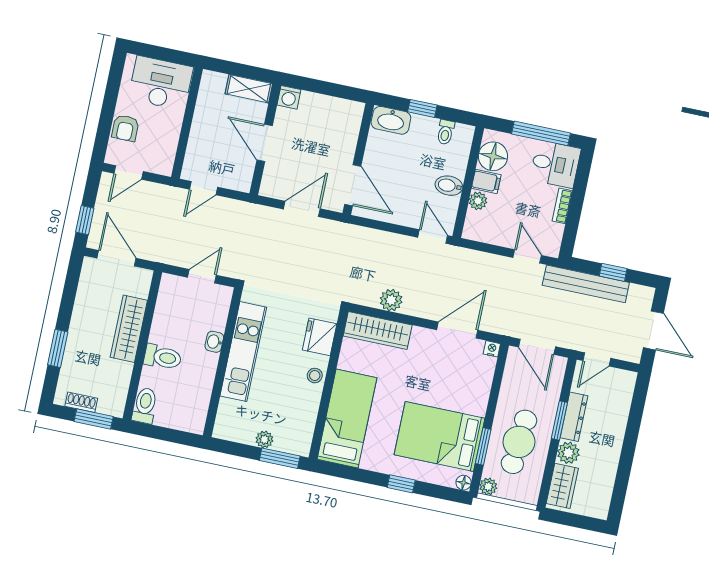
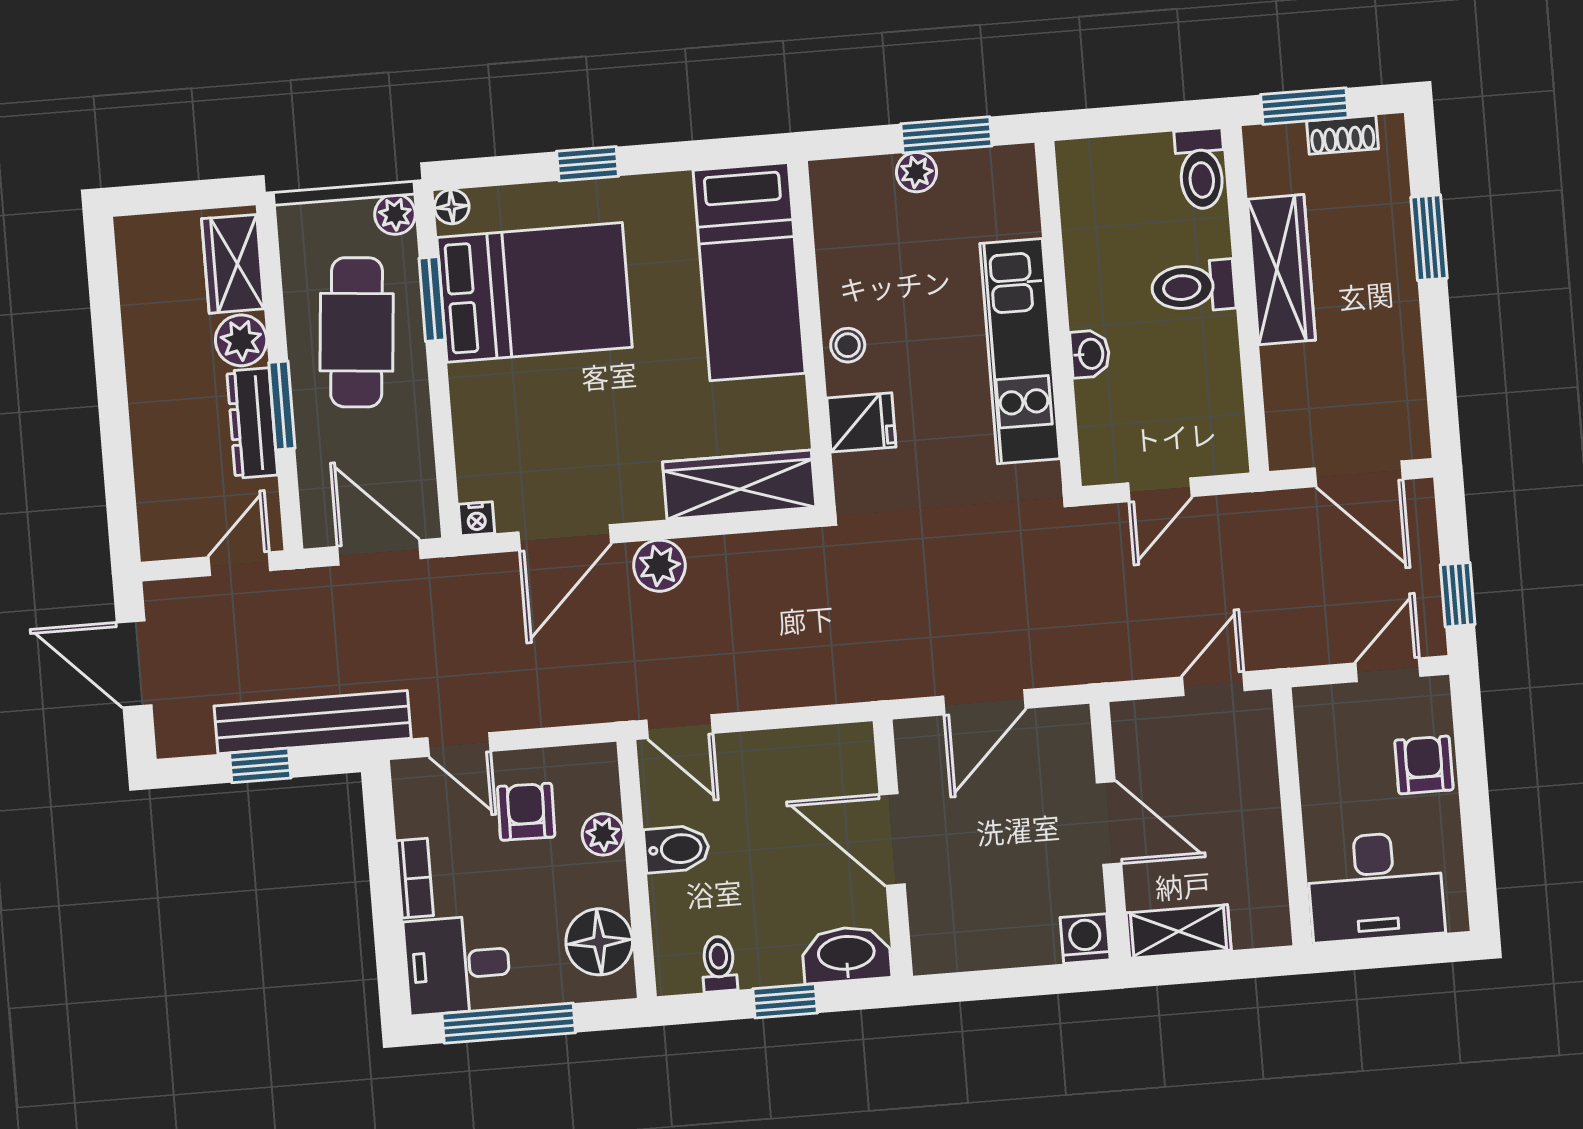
filing cabinet: (486, 182) -> (598, 882), removed
door: (353, 185) -> (892, 840), moved
window: (85, 220) -> (1458, 595), moved
armchair: (507, 220) -> (526, 812), added
plant: (391, 300) -> (659, 566), moved
wardrobe: (129, 329) -> (1281, 270), moved
fridge: (320, 337) -> (861, 422), width x0.72
window: (280, 458) -> (946, 135), moved

